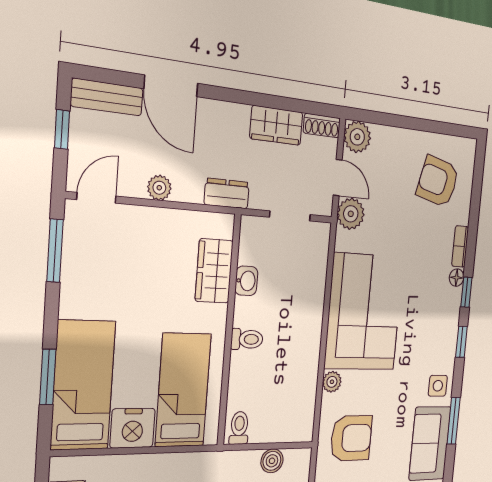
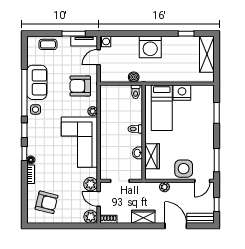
wardrobe: (276, 125) -> (143, 217), moved
plant: (159, 188) -> (165, 187), moved
dresser: (227, 193) -> (149, 187), removed
side table: (142, 234) -> (184, 169), added
bed: (83, 385) -> (203, 110), removed
window: (454, 421) -> (24, 93), width x2.11
boiler: (272, 461) -> (134, 77), moved

